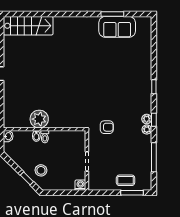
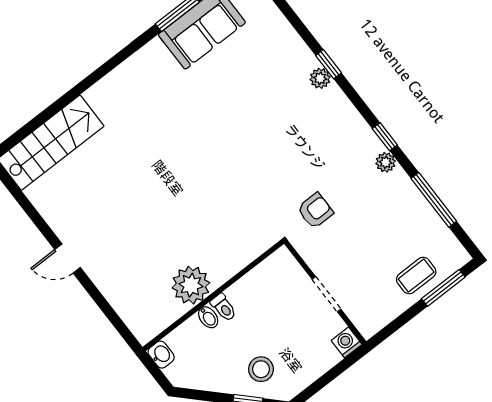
window: (154, 87) -> (329, 64), moved
plant: (147, 119) -> (320, 78), moved

